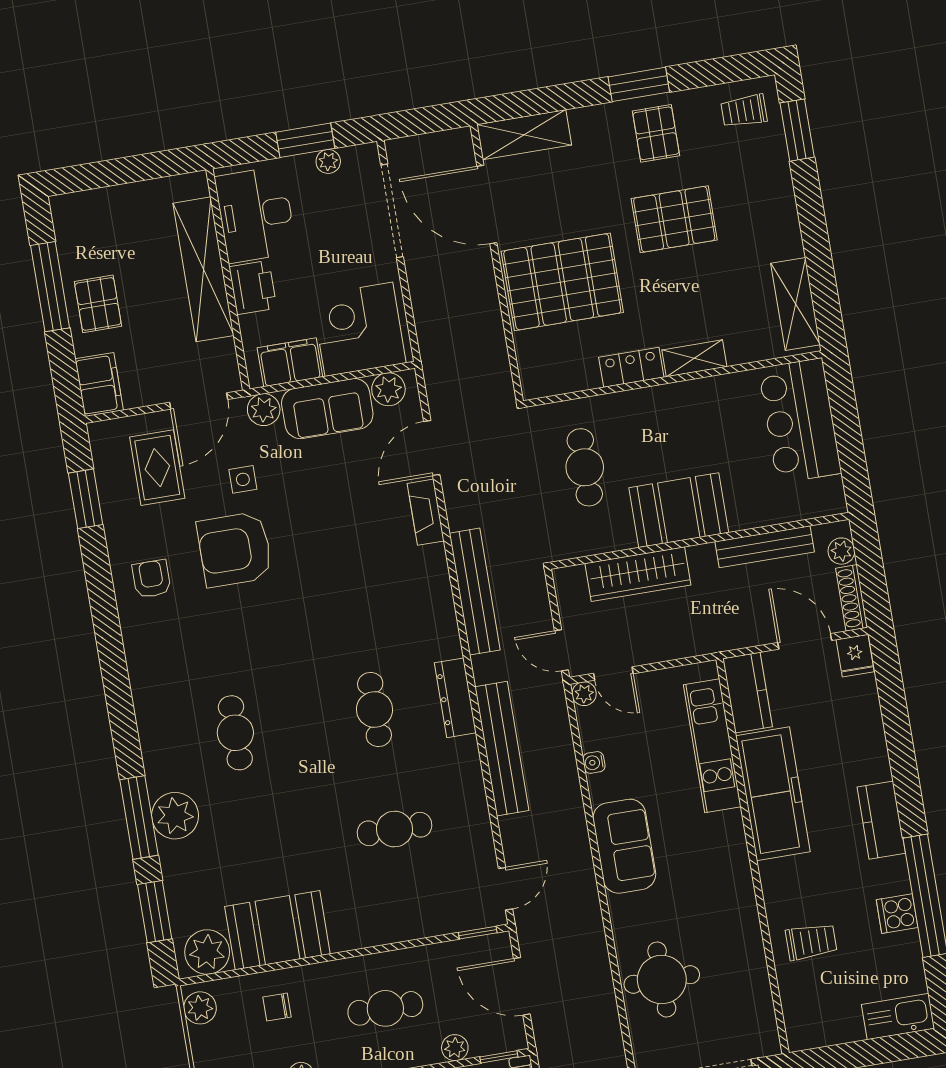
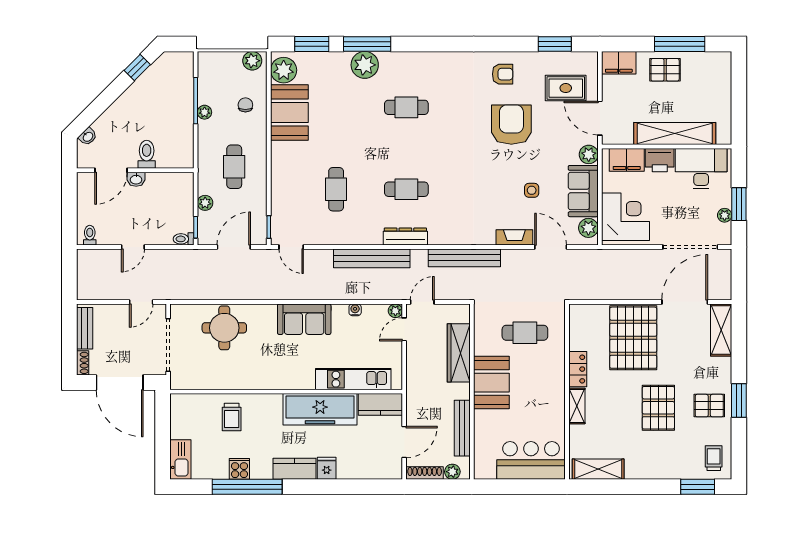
filing cabinet: (290, 362) -> (627, 160), moved, turned 90
side table: (243, 479) -> (532, 190), moved
fridge: (855, 656) -> (327, 468), moved, turned 90

